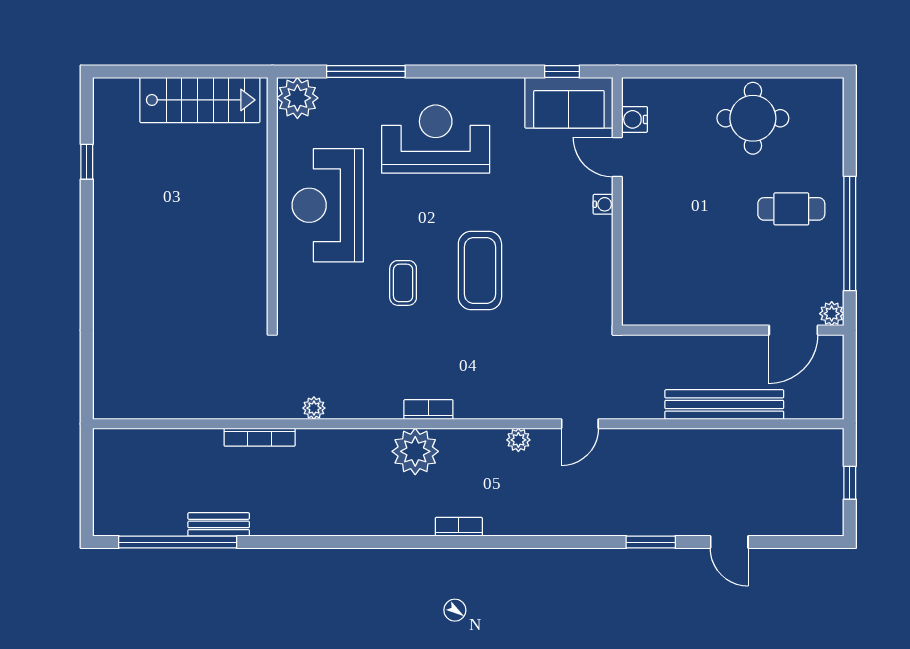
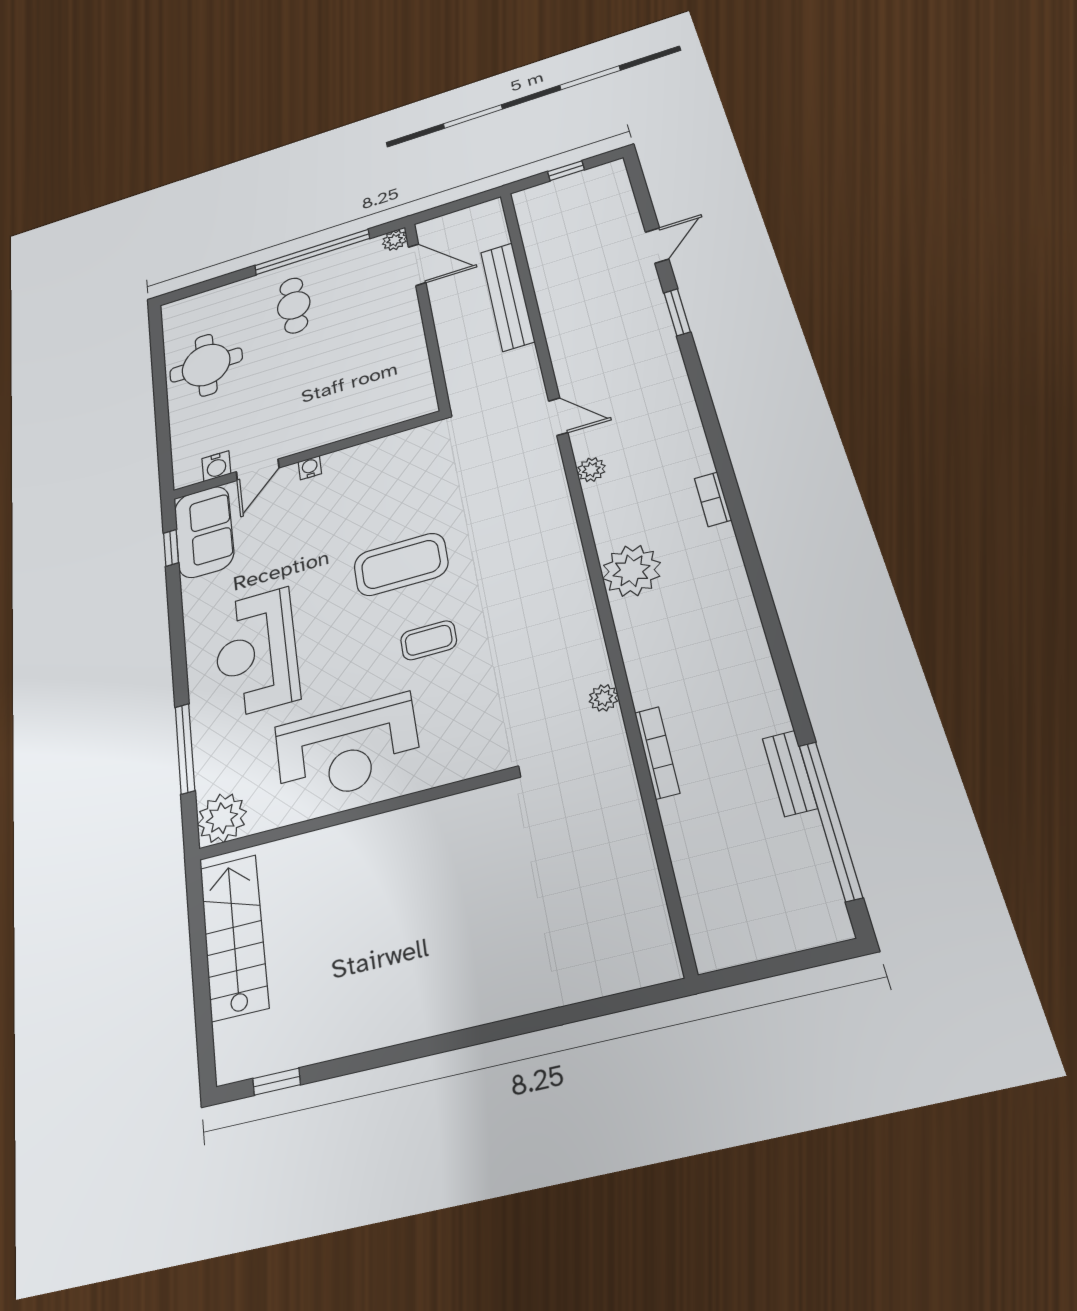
window: (87, 162) -> (277, 1082), moved
bookcase: (428, 409) -> (576, 571), removed

